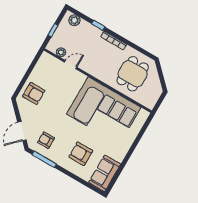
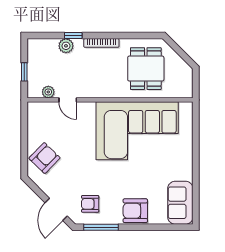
plant: (74, 20) -> (66, 46), moved
door: (71, 65) -> (68, 100), swing flipped
armchair: (34, 93) -> (45, 158), turned -46
armchair: (81, 154) -> (135, 211), moved

